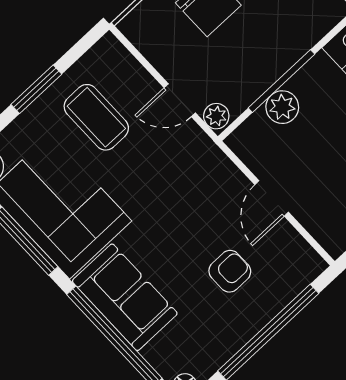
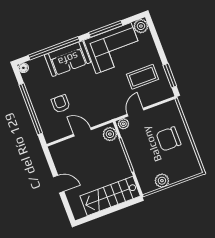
window: (36, 89) -> (170, 76), moved
plant: (282, 107) -> (110, 134), moved
armchair: (230, 271) -> (61, 104), turned 180

